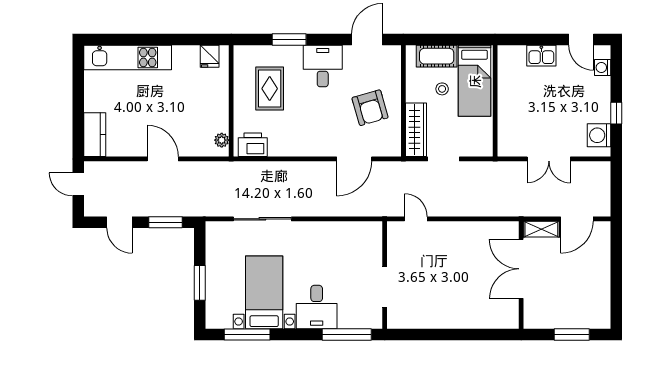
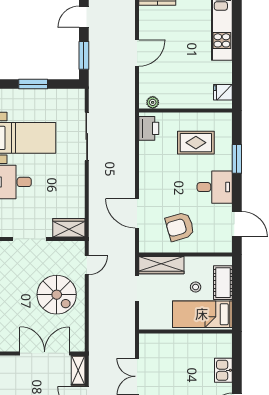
wardrobe: (371, 240) -> (69, 228), added
spiral stairs: (451, 255) -> (57, 295), added

